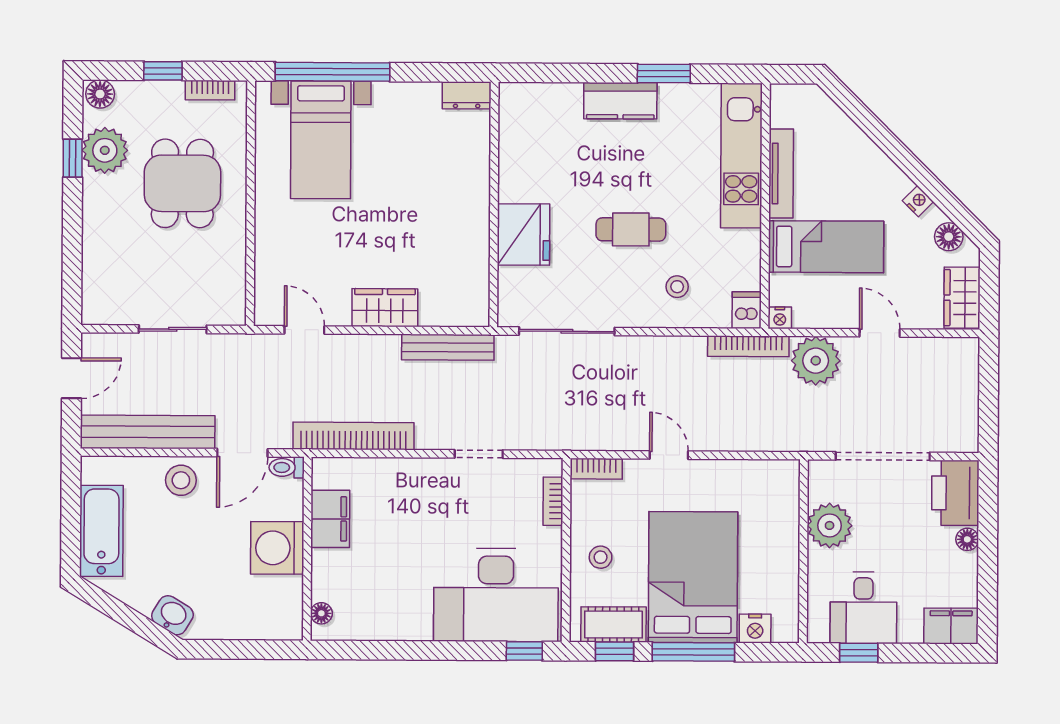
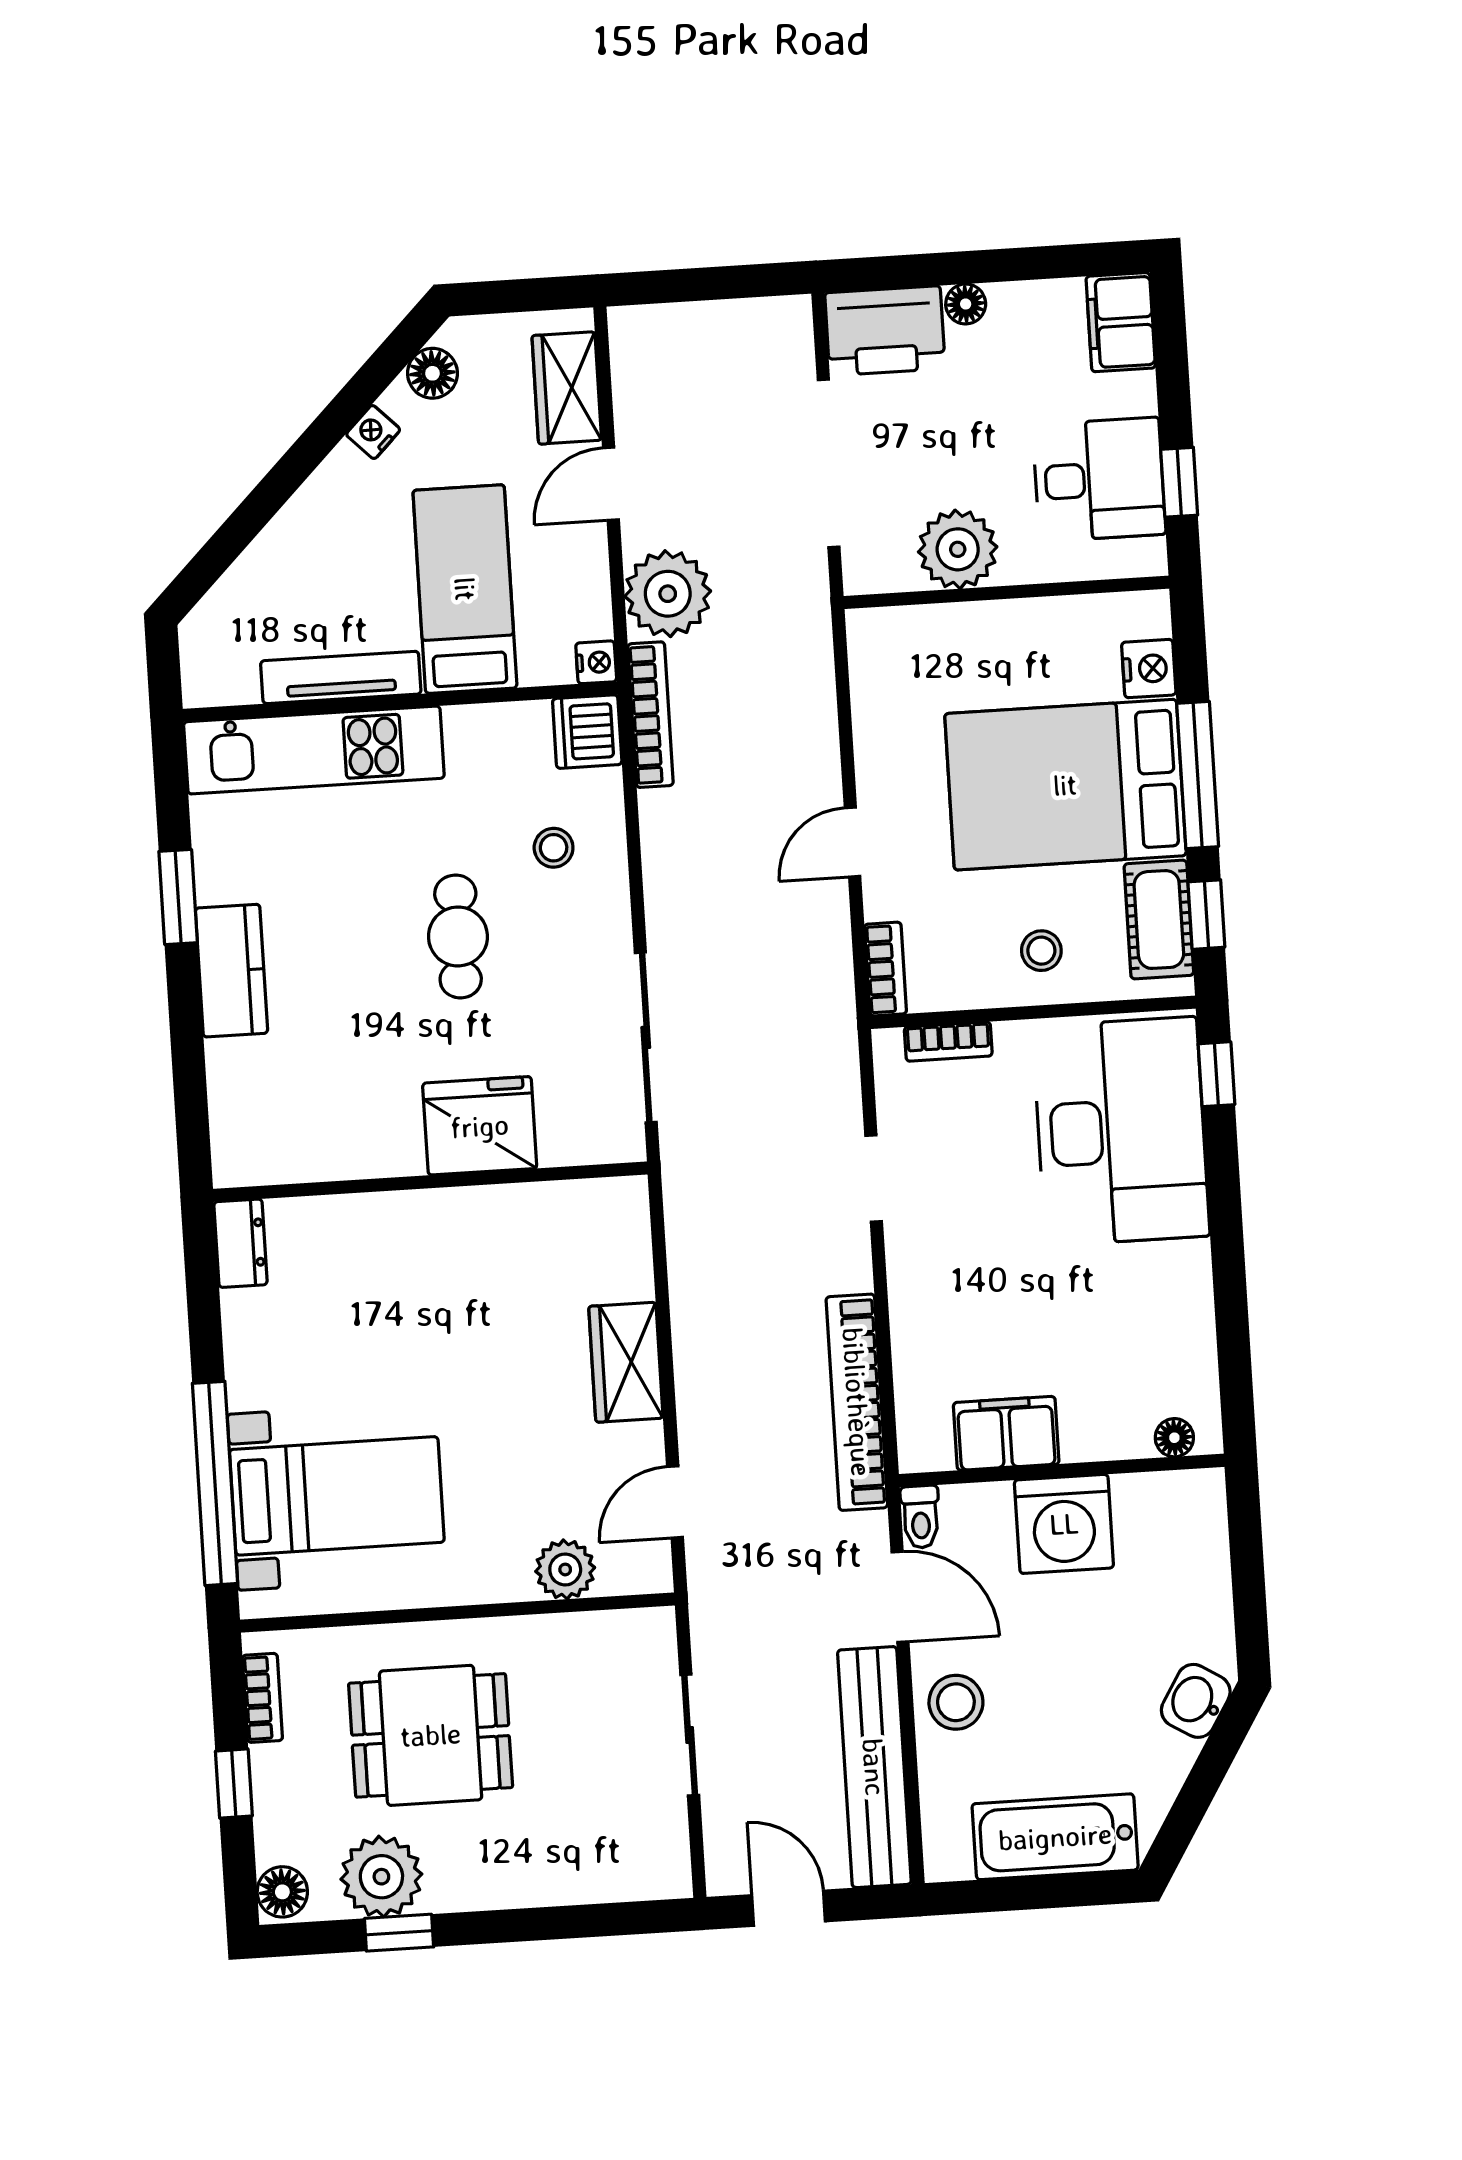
plant: (271, 266) -> (565, 1569), added
wardrobe: (962, 298) -> (567, 388), moved, turned 90
dishwasher: (747, 310) -> (587, 732), width x1.38
bench: (448, 347) -> (688, 1246), removed

